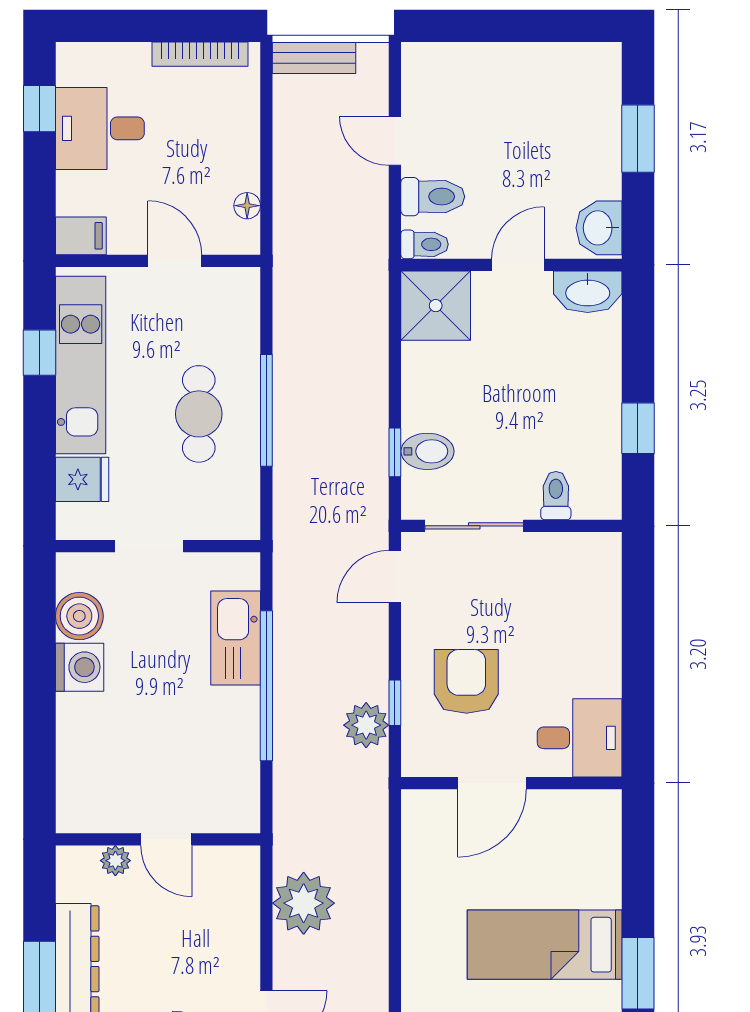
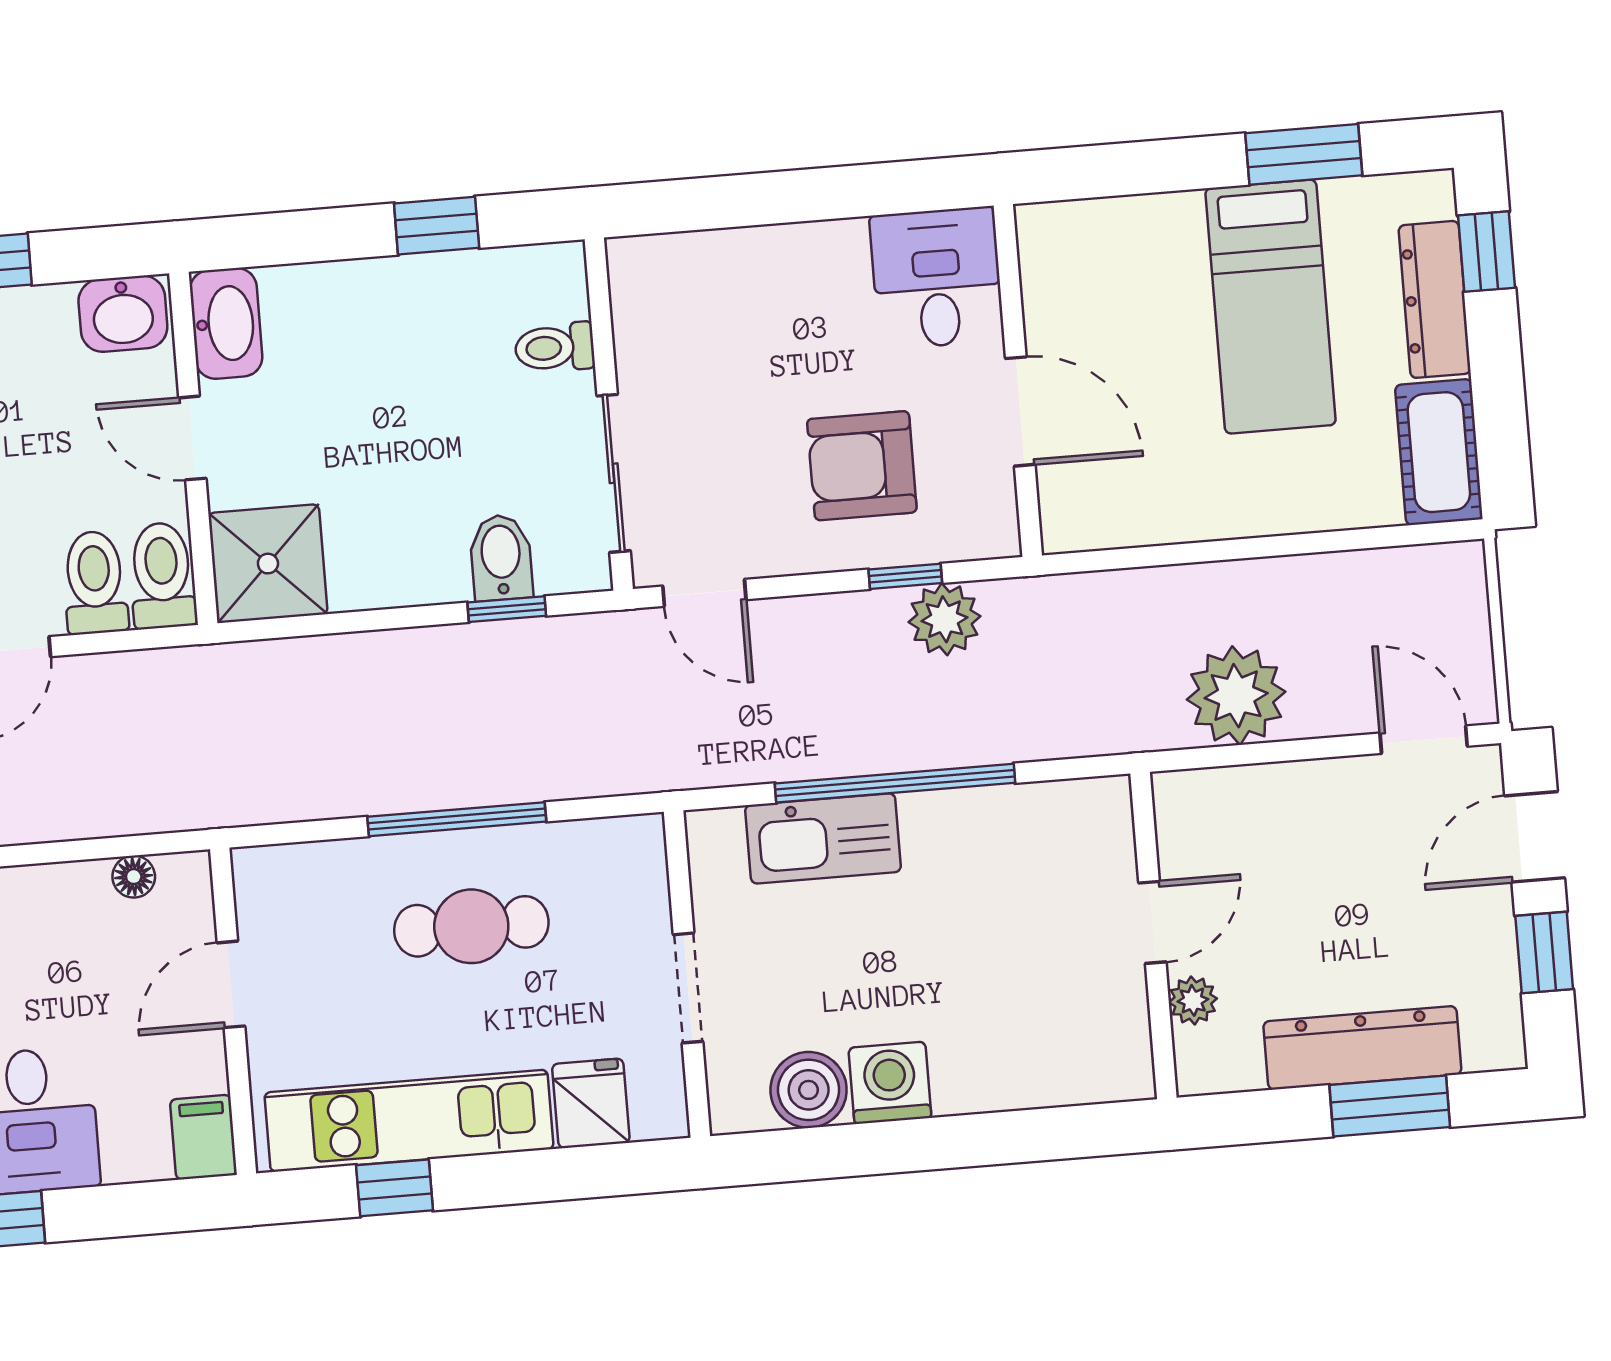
toilet: (425, 244) -> (162, 575), width x1.37, depth x1.39

